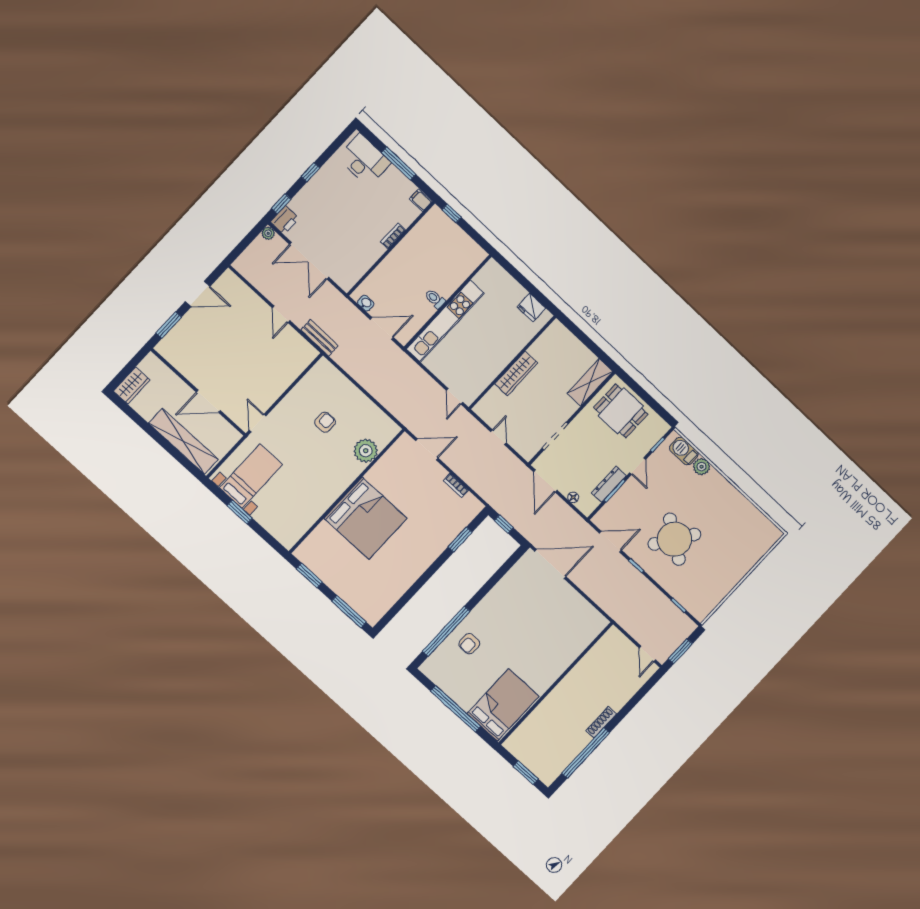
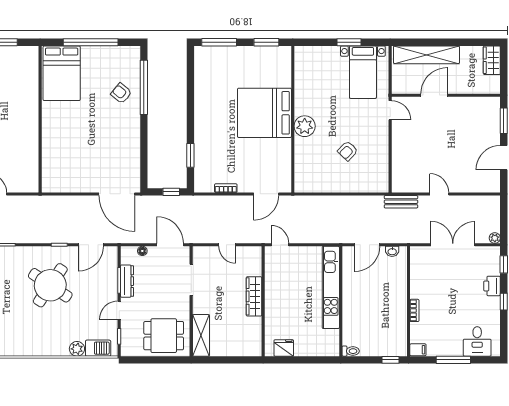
desk: (364, 160) -> (477, 341), width x0.73
printer: (285, 220) -> (492, 286), moved
toilet: (435, 299) -> (351, 351), moved
armchair: (325, 422) -> (348, 151), turned 44
plant: (366, 451) -> (305, 126), moved
door: (638, 466) -> (119, 310), hinge flipped
door: (550, 564) -> (117, 194), hinge flipped
armchair: (469, 644) -> (121, 93), turned -51

